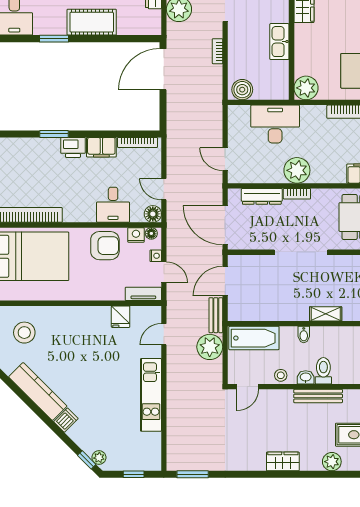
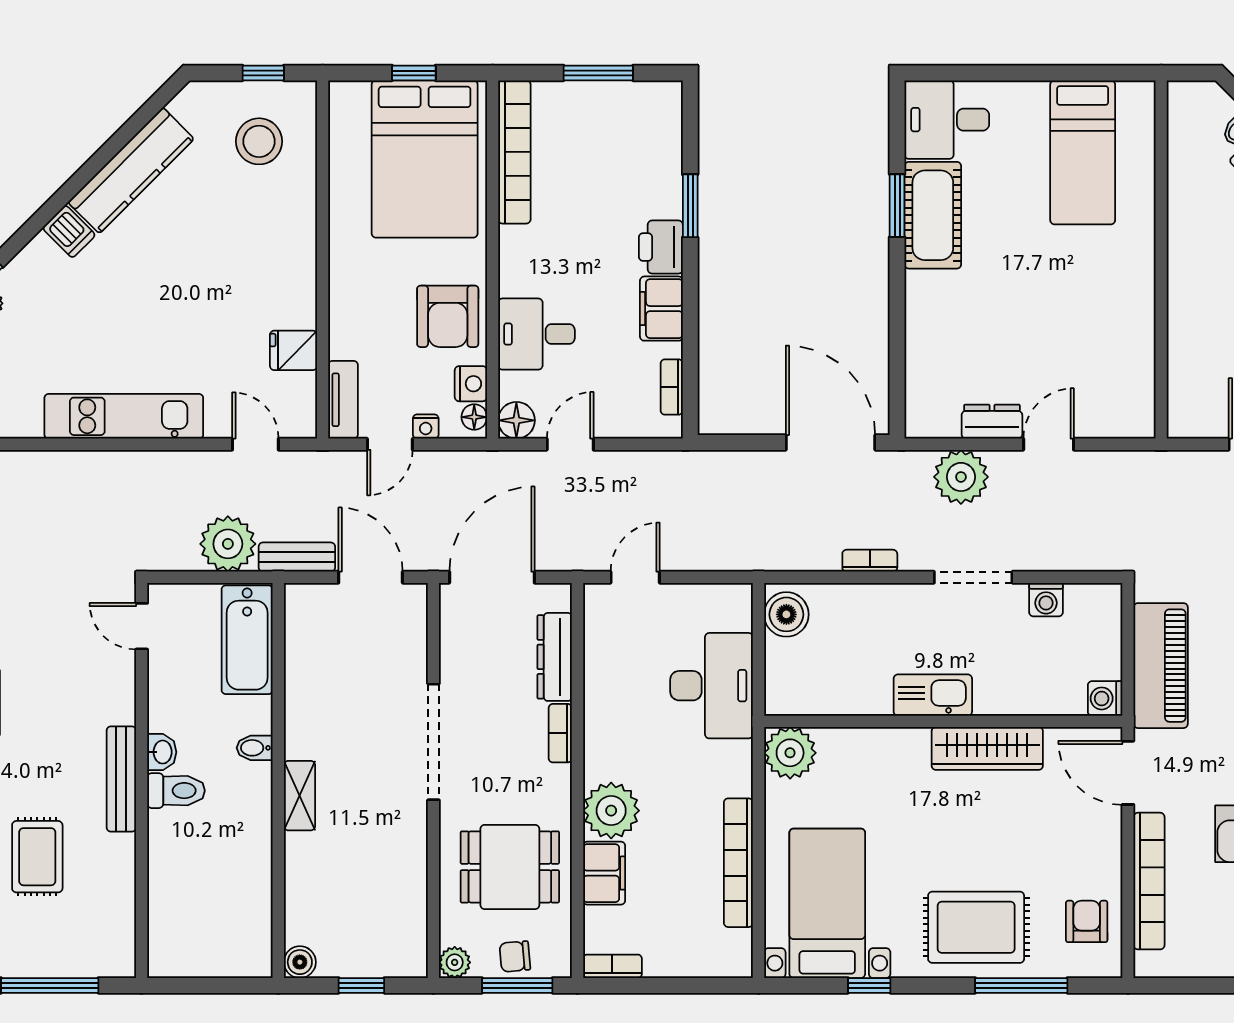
cot: (92, 22) -> (933, 215), moved
kitchen sink: (279, 42) -> (933, 695), moved
bookcase: (137, 142) -> (672, 387), width x0.64
plant: (297, 170) -> (611, 811), moved
stool: (281, 375) -> (166, 698), removed

